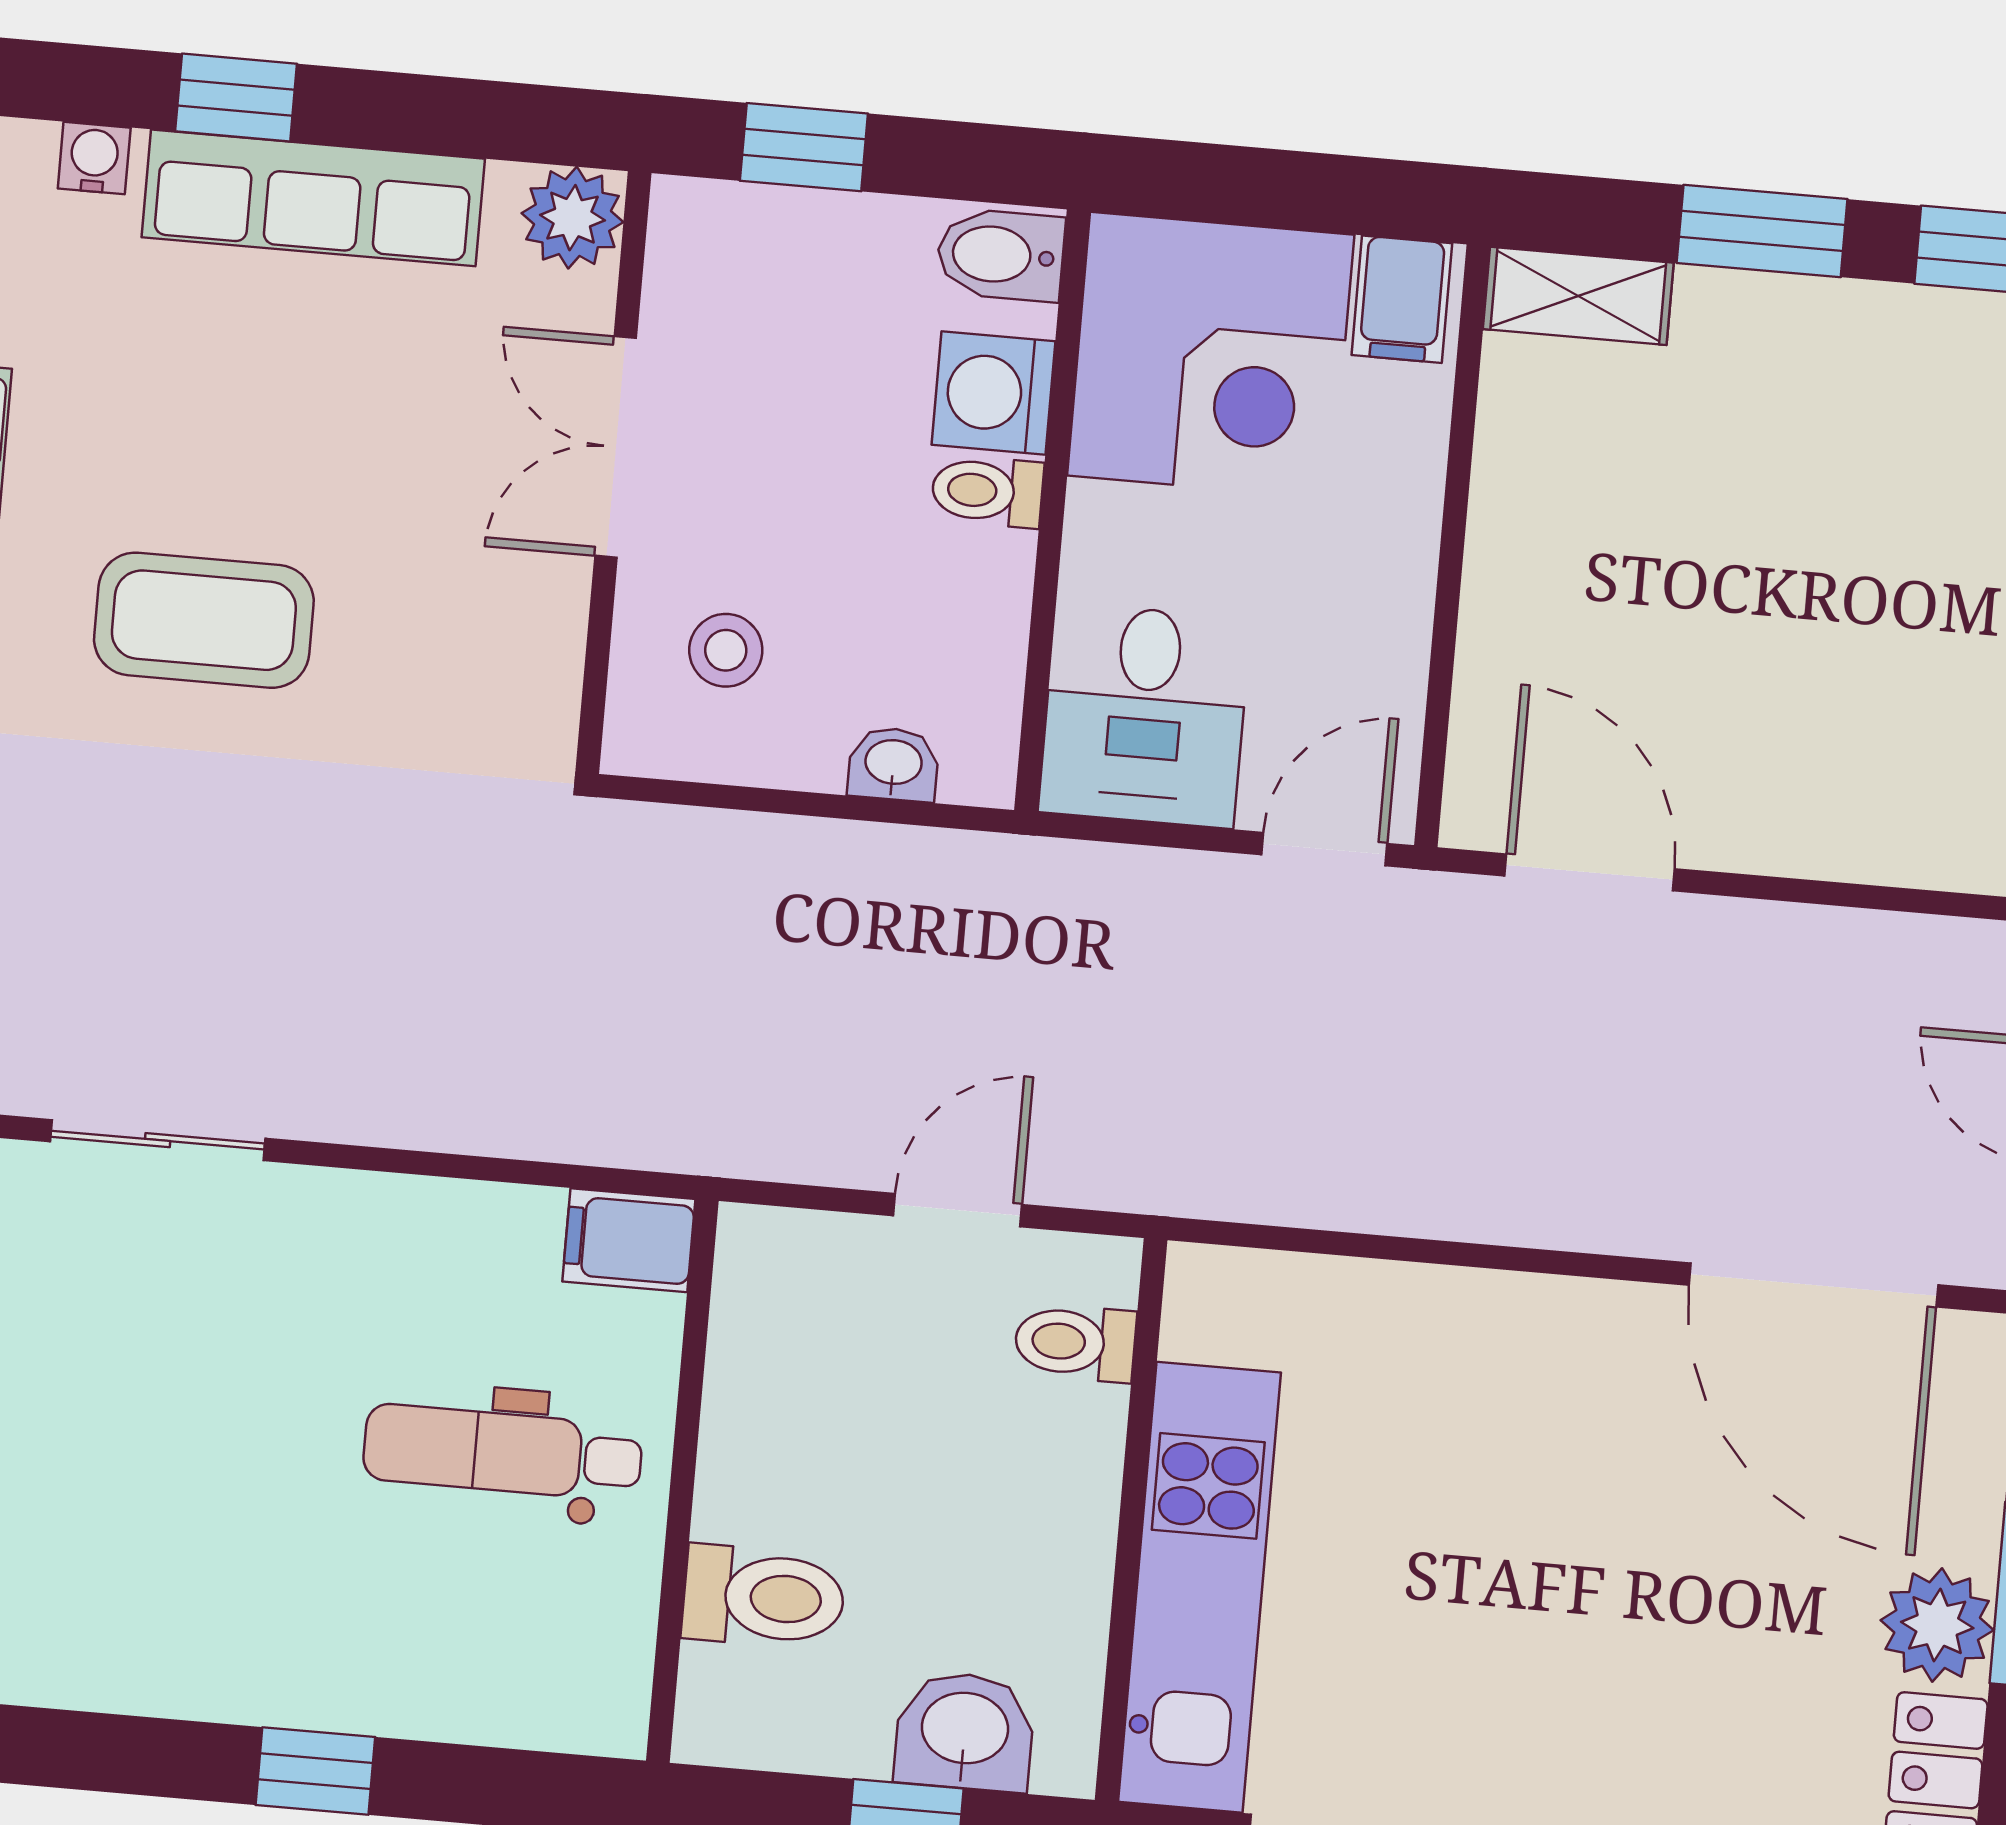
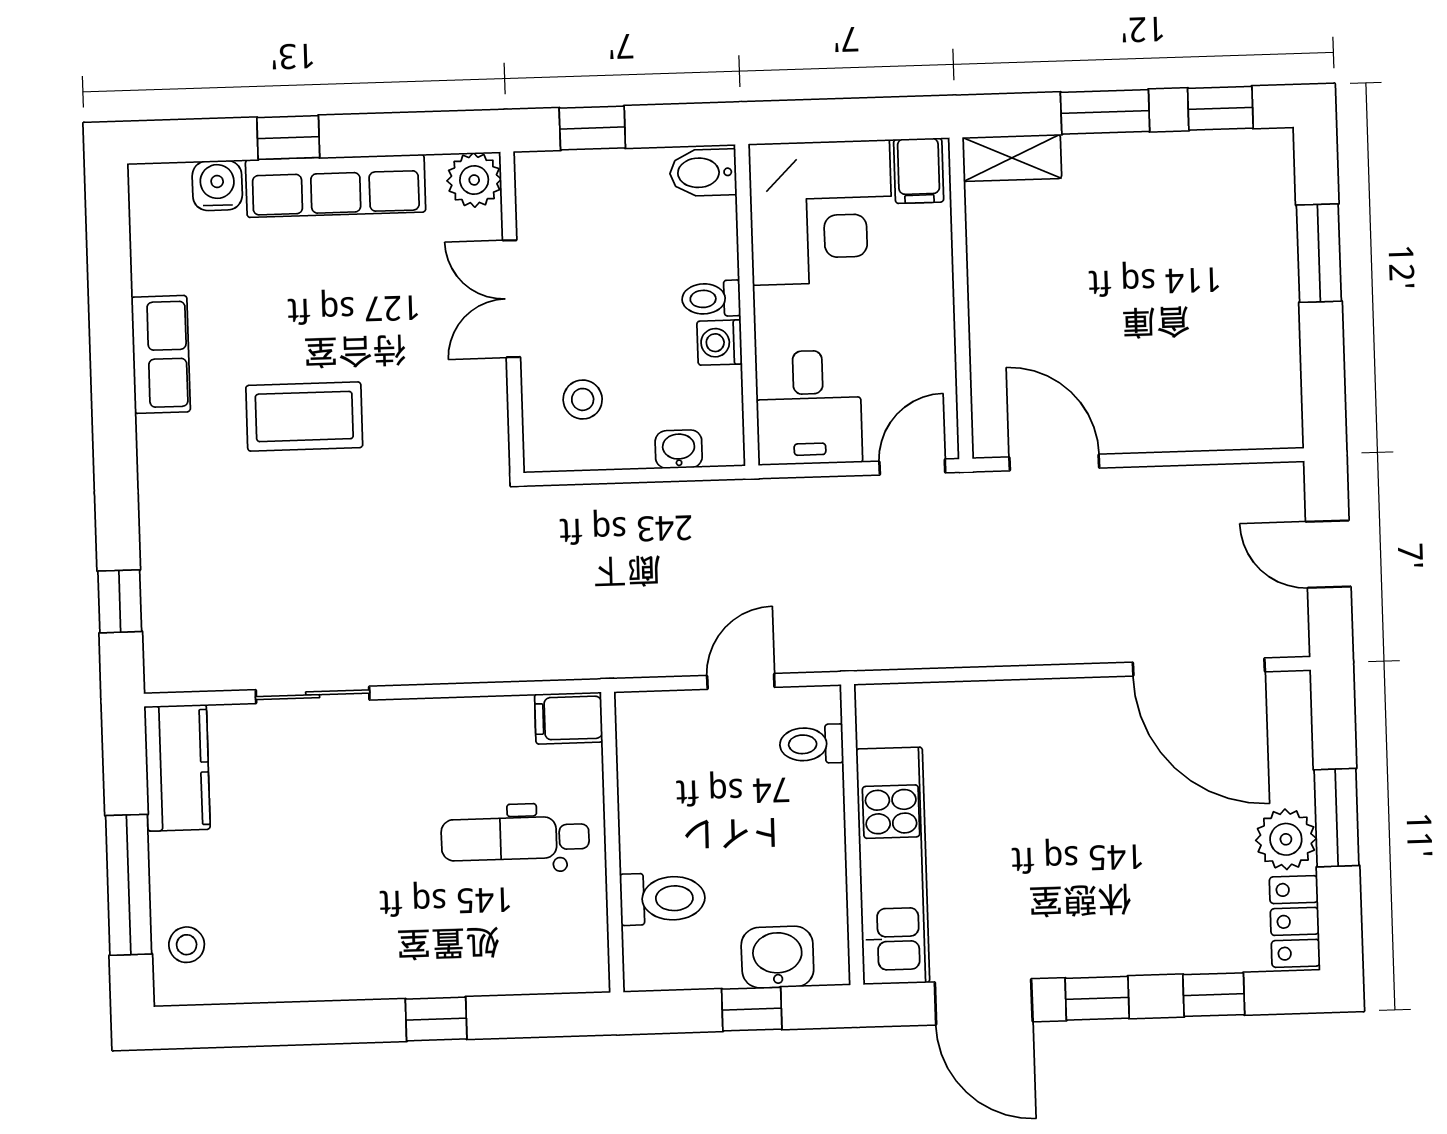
water cooler: (94, 158) -> (217, 185), width x1.38, depth x1.38
washing machine: (993, 393) -> (720, 343), moved, width x0.73, depth x0.73

